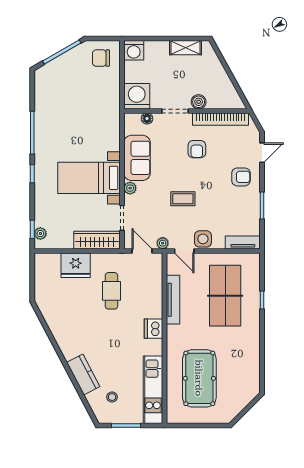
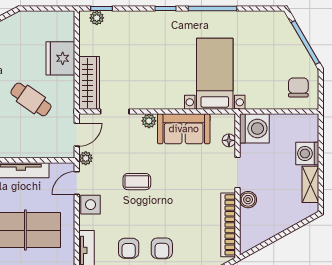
washing machine: (134, 50) -> (307, 153), moved
armchair: (197, 149) -> (129, 248), moved, turned -90
bed with nightstands: (89, 178) -> (215, 74), moved
coffee table: (183, 199) -> (137, 182), turned 90
cafe table: (111, 291) -> (31, 99), turned 35

